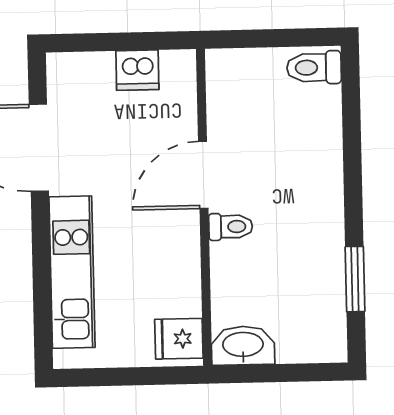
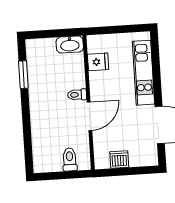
toilet: (314, 68) -> (70, 159), moved, turned -90
fridge: (179, 339) -> (98, 62), moved

